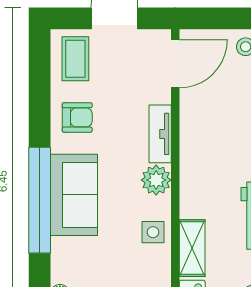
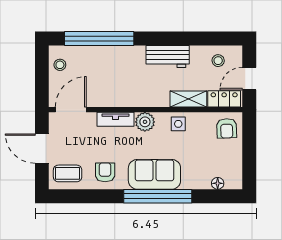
door: (175, 64) -> (71, 110), hinge flipped

